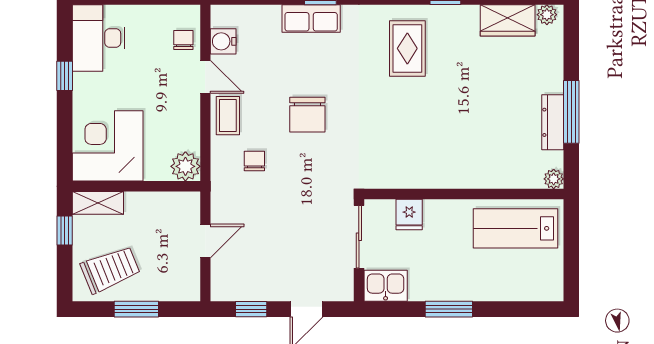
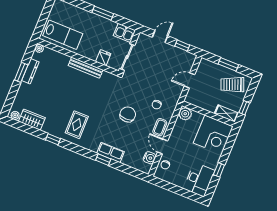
window: (571, 112) -> (21, 72), width x0.69
bench: (438, 178) -> (86, 68), added

